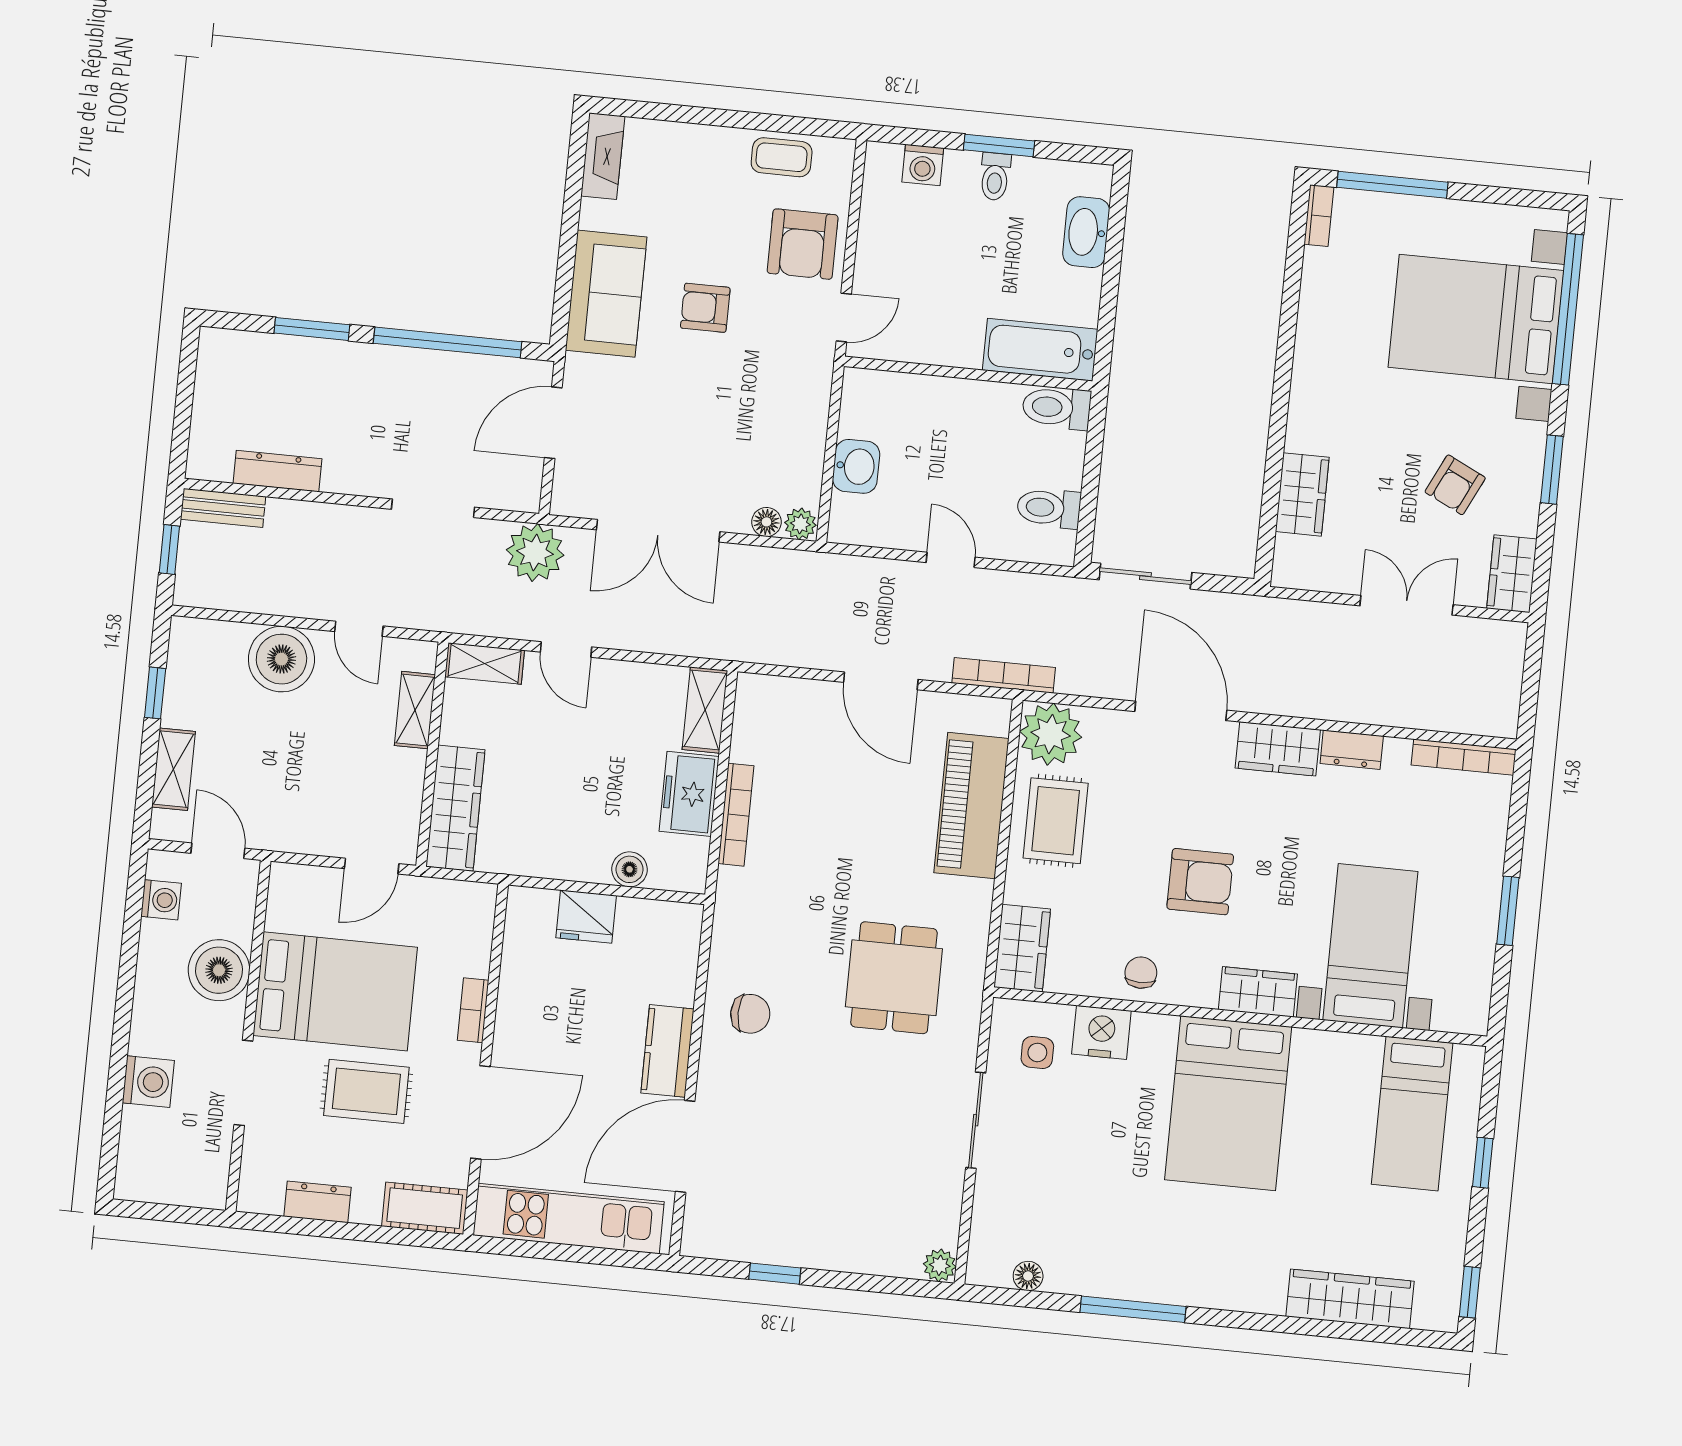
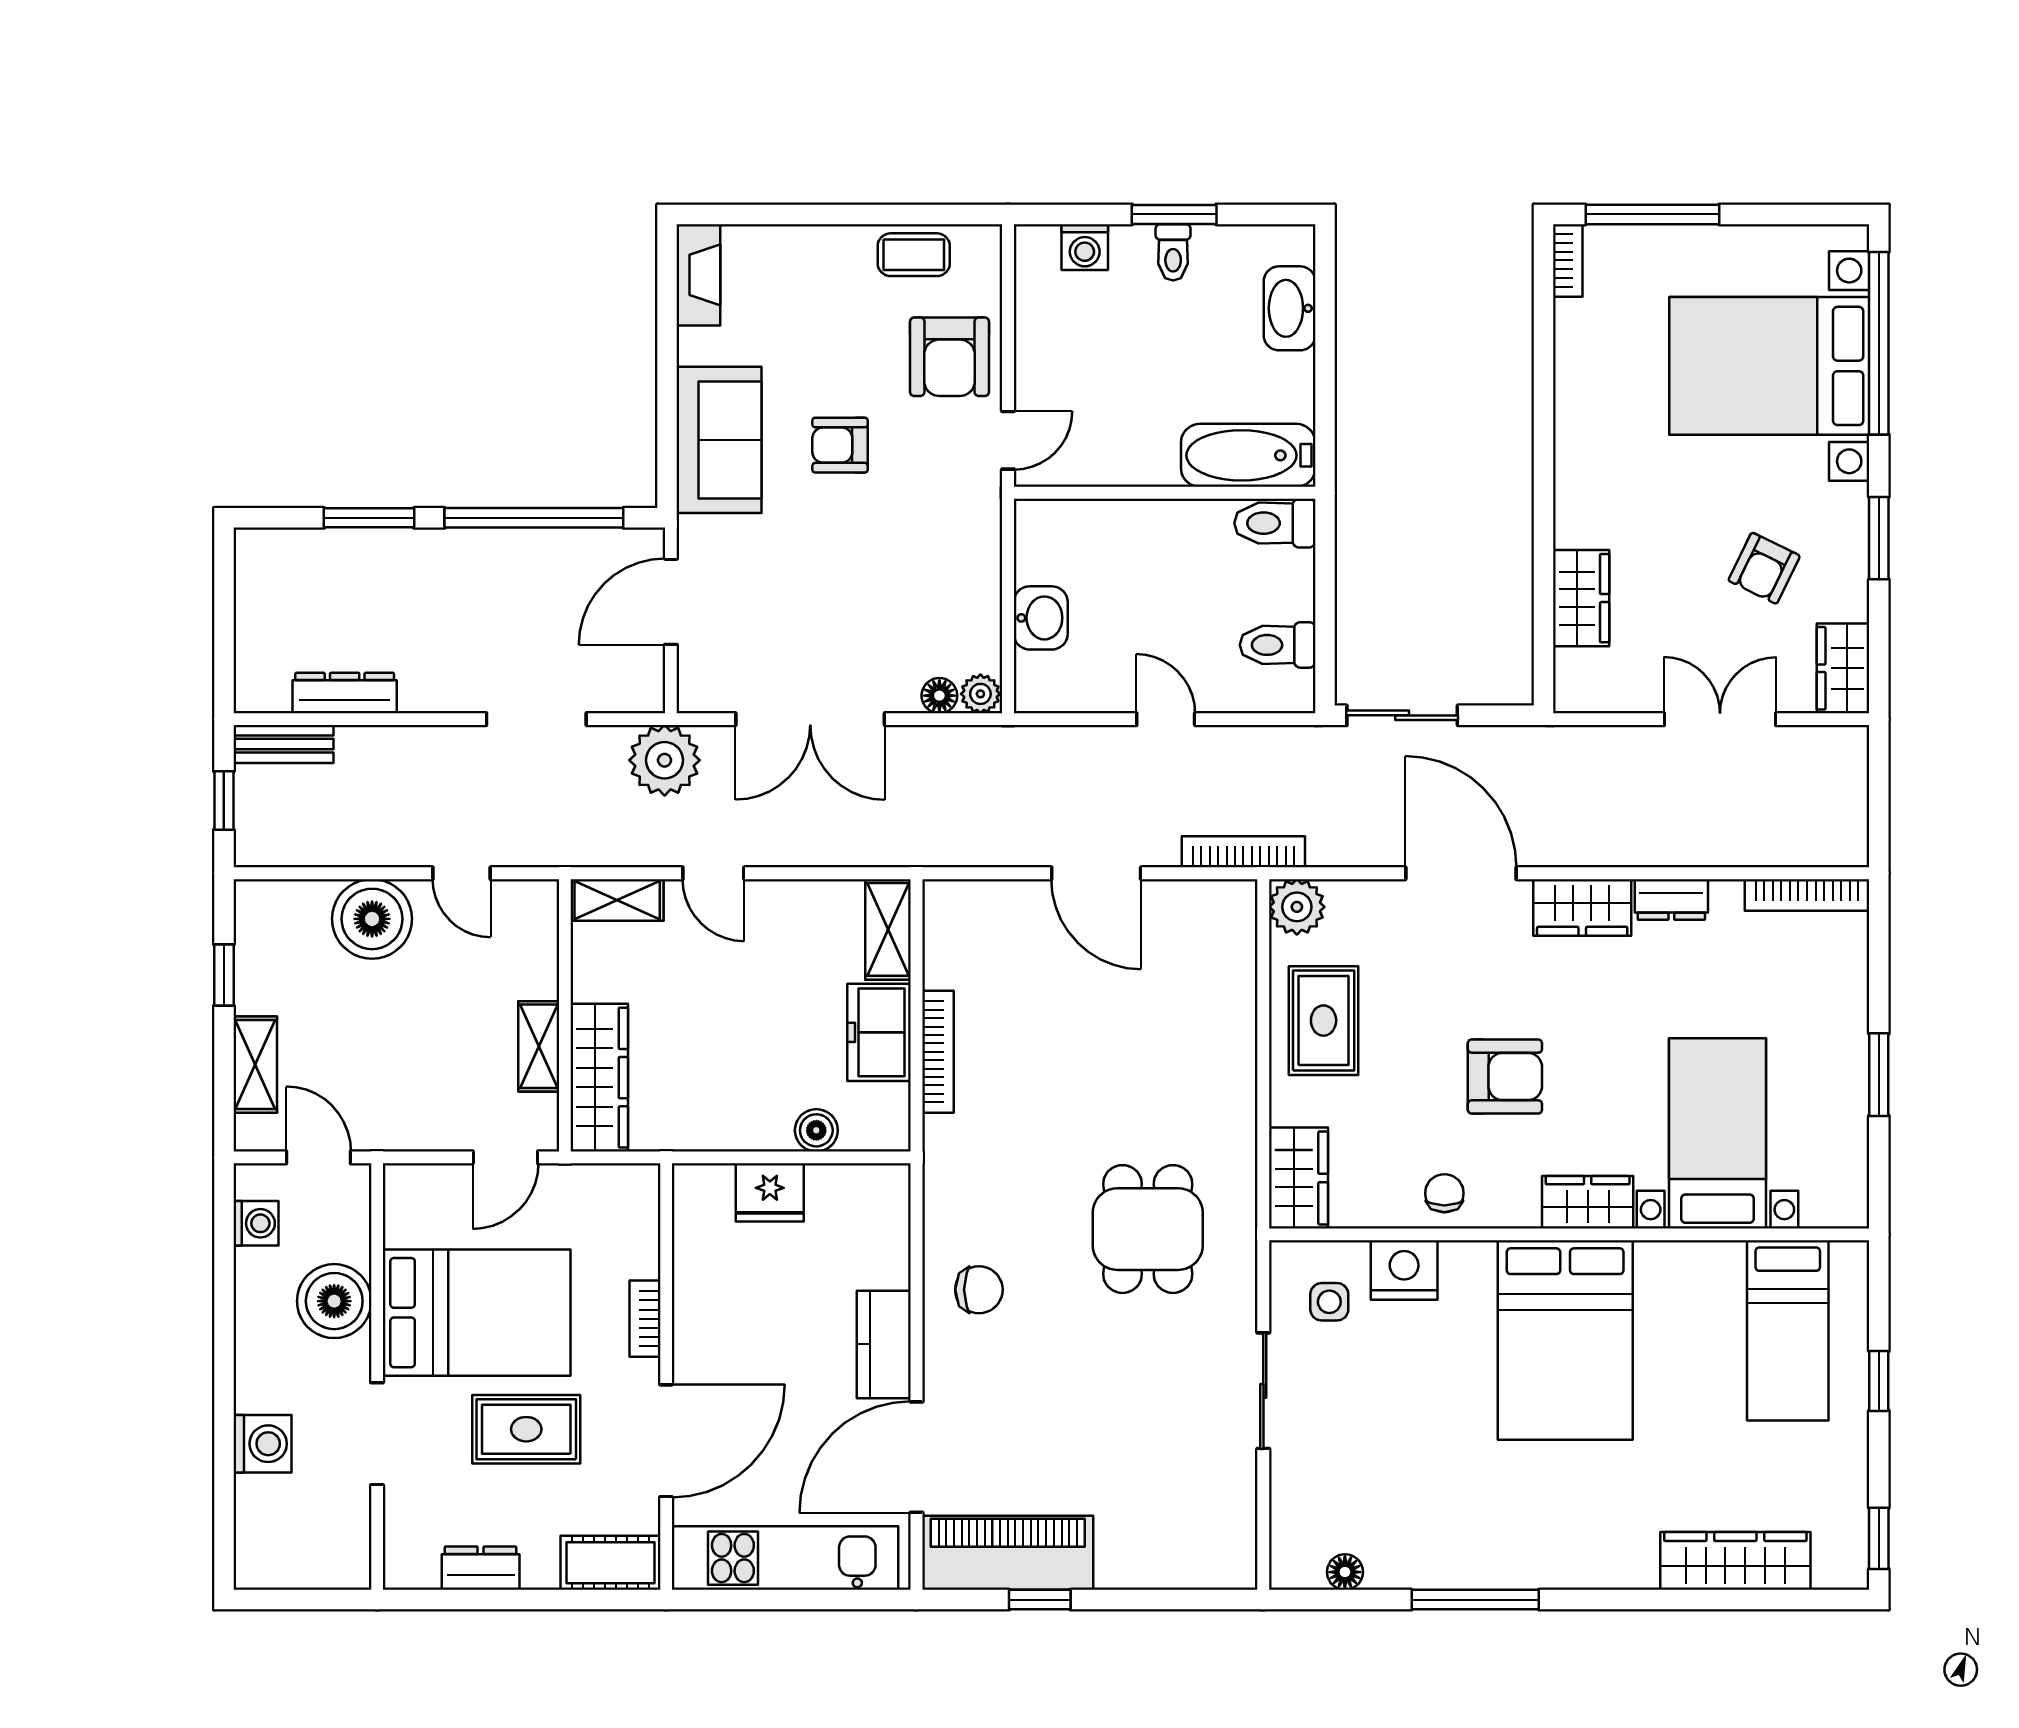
shelving: (415, 710) -> (539, 1046), moved
plant: (1051, 734) -> (1297, 907), width x0.73, depth x0.73
piano: (971, 806) -> (1008, 1553), moved, turned 90
plant: (940, 1265) -> (1237, 1570), removed

